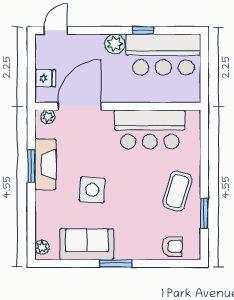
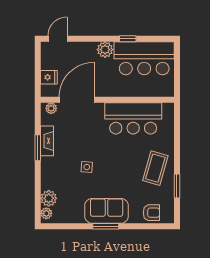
fireplace: (45, 164) -> (47, 141), width x0.73, depth x0.76
side table: (92, 190) -> (87, 167), width x0.54, depth x0.54
plant: (45, 229) -> (49, 198), added
sofa: (87, 244) -> (107, 211), moved

